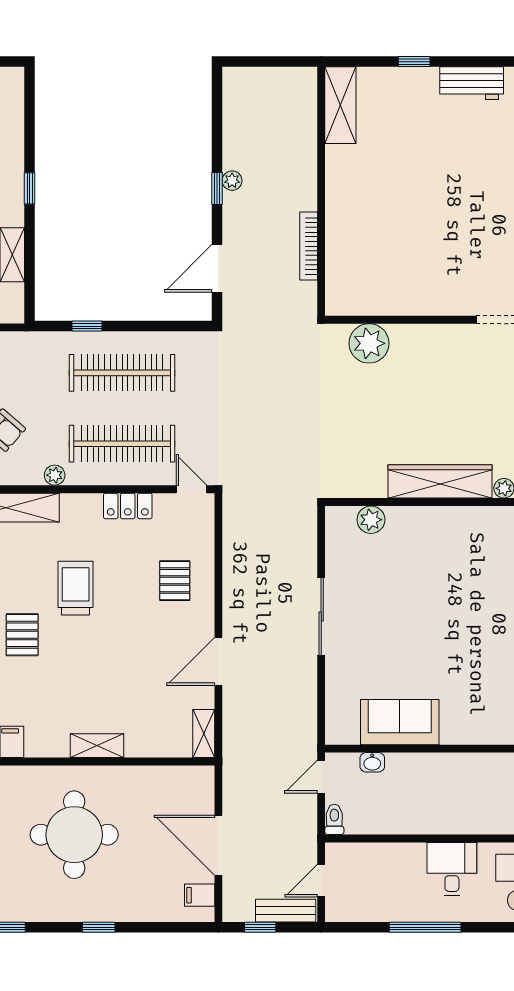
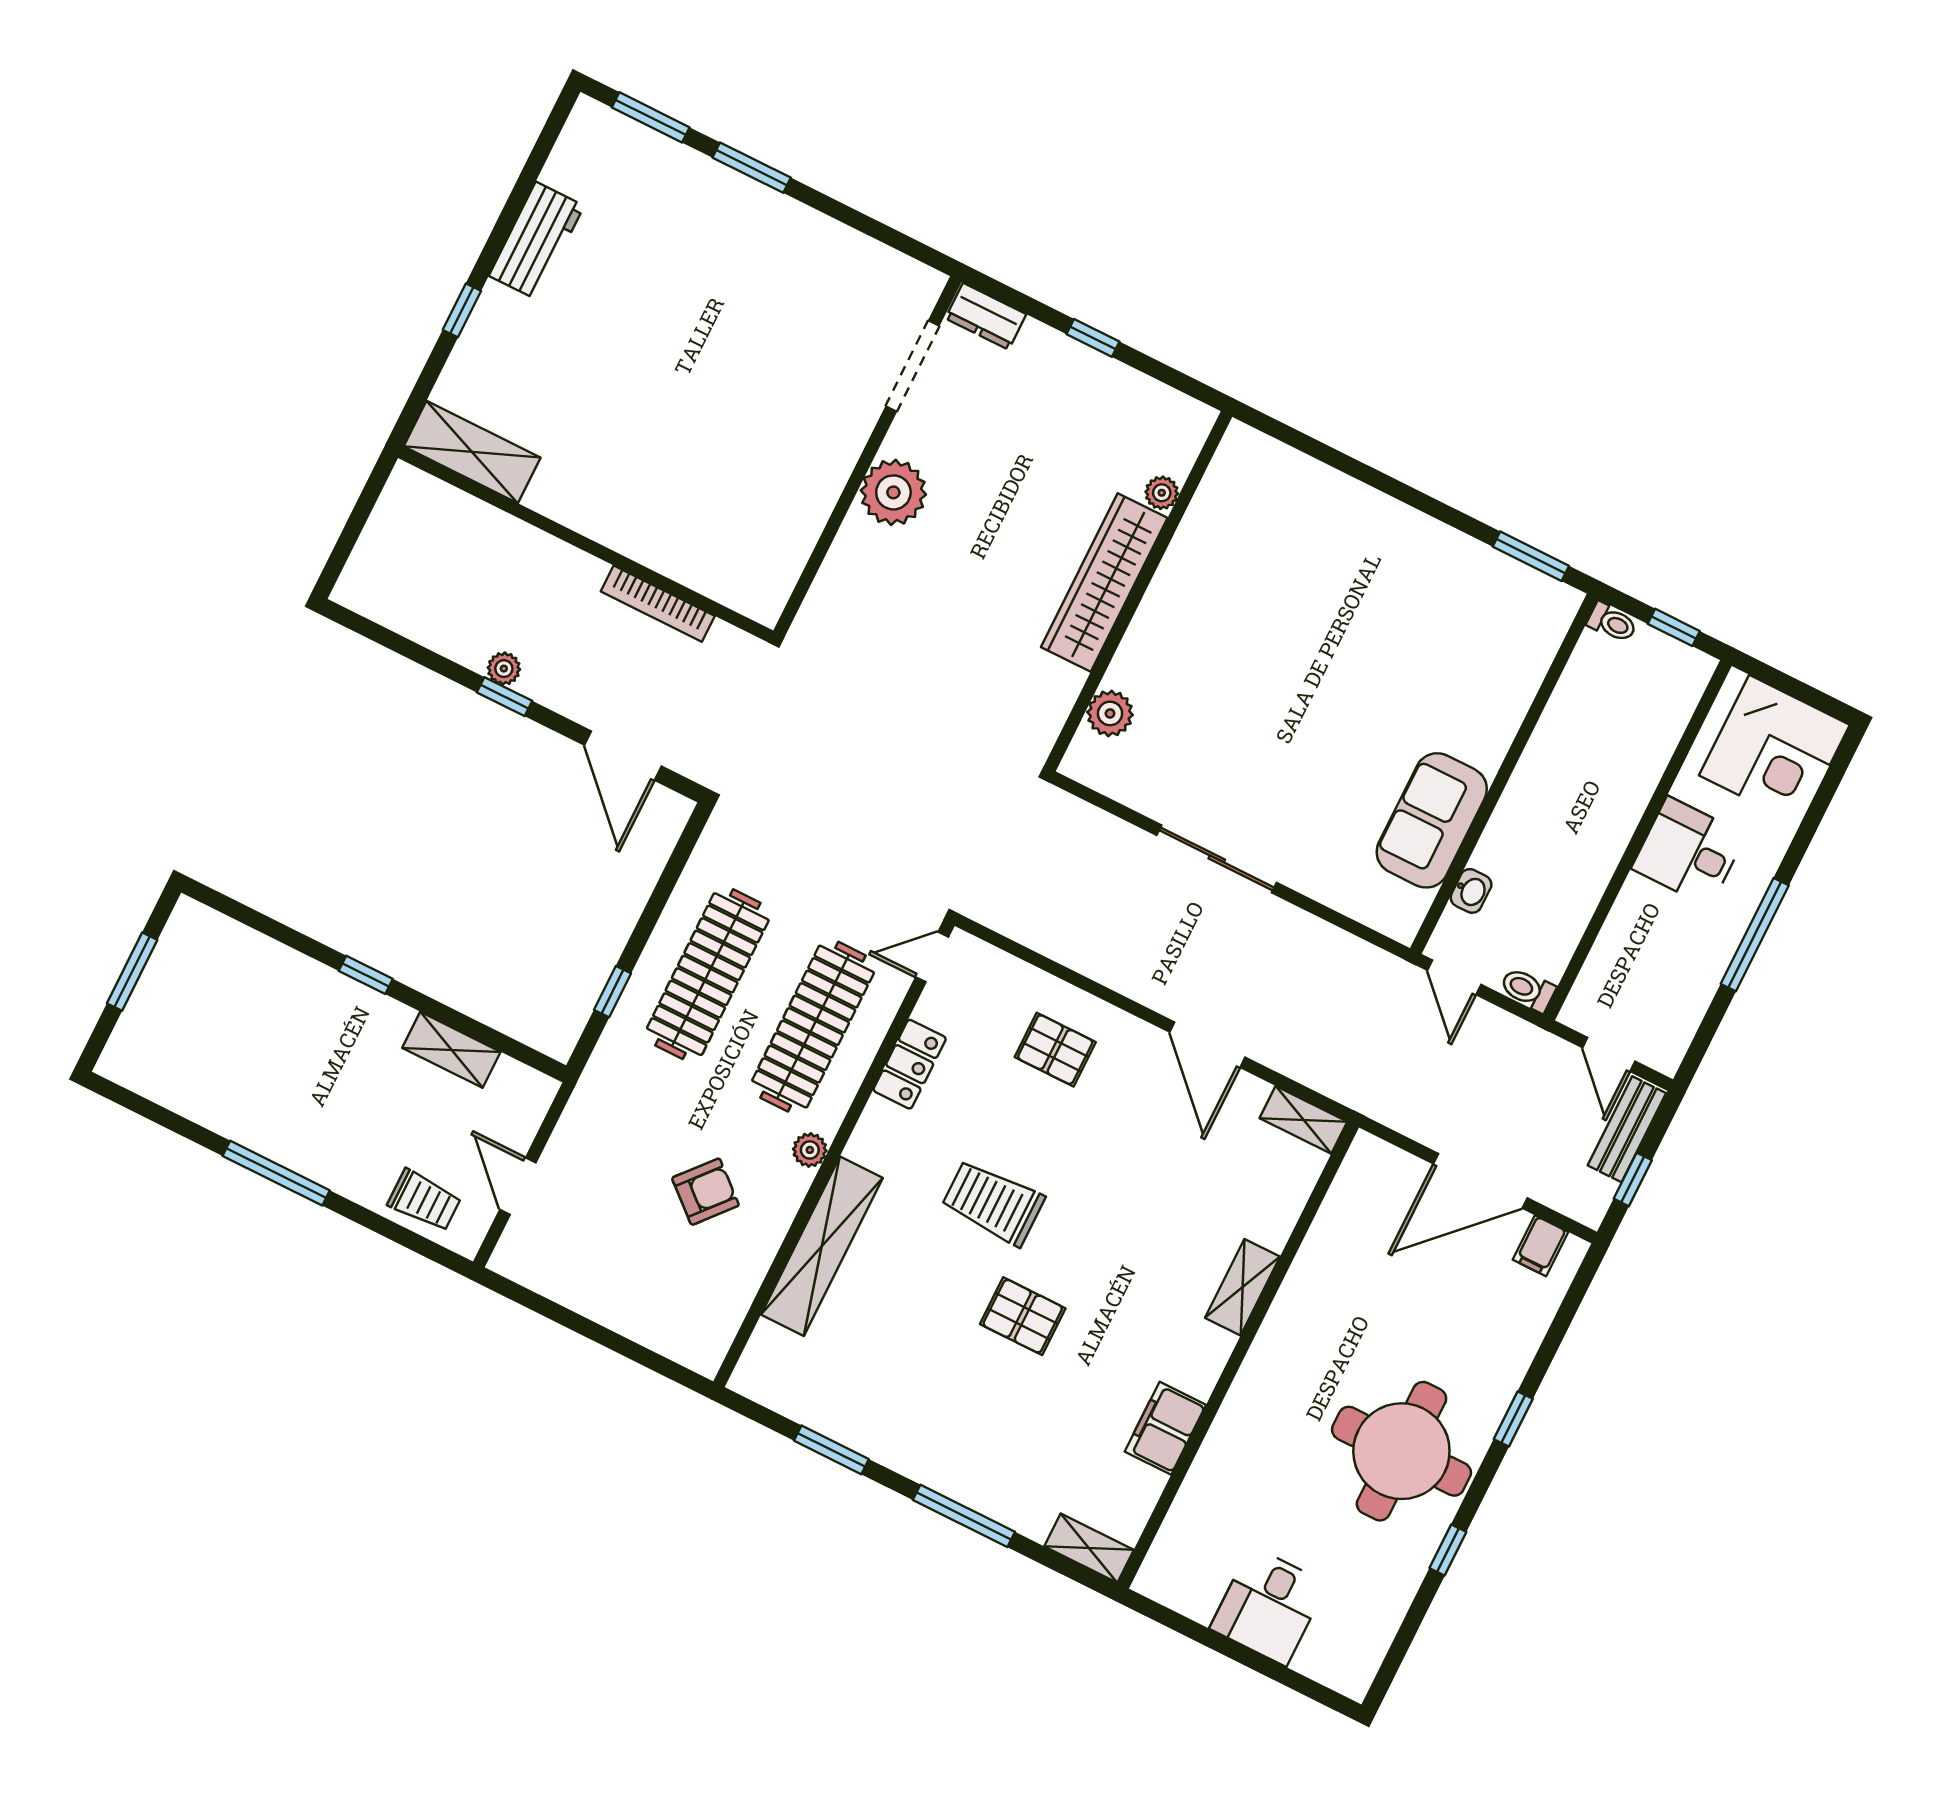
plant: (369, 343) -> (893, 492), moved
round table: (74, 835) -> (1401, 1451), moved

